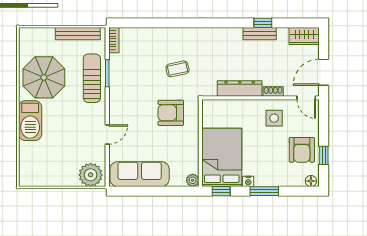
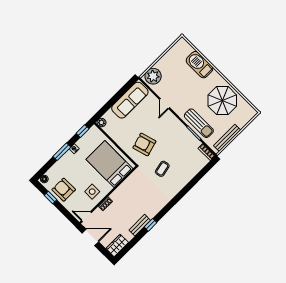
window: (263, 23) -> (150, 225), moved
door: (324, 72) -> (90, 237), hinge flipped
dresser: (240, 89) -> (123, 189), removed
armchair: (171, 113) -> (144, 144), turned -106
barbecue: (30, 121) -> (199, 65), moved
bed: (222, 157) -> (109, 164), moved, turned 180

